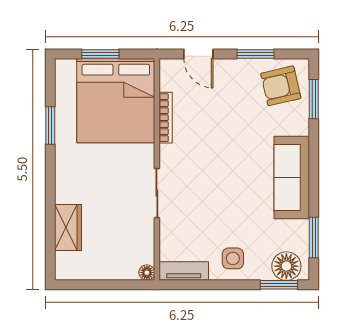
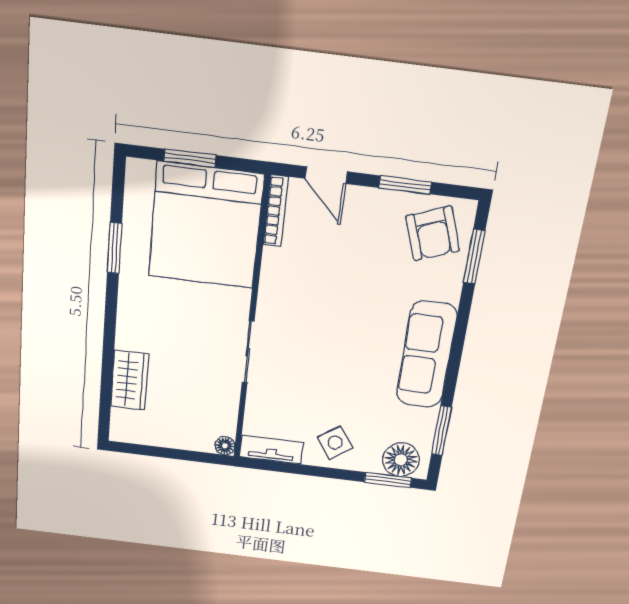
armchair: (281, 86) -> (433, 233), turned -97
bookcase: (166, 118) -> (276, 211), moved
side table: (233, 258) -> (335, 443), turned -36

